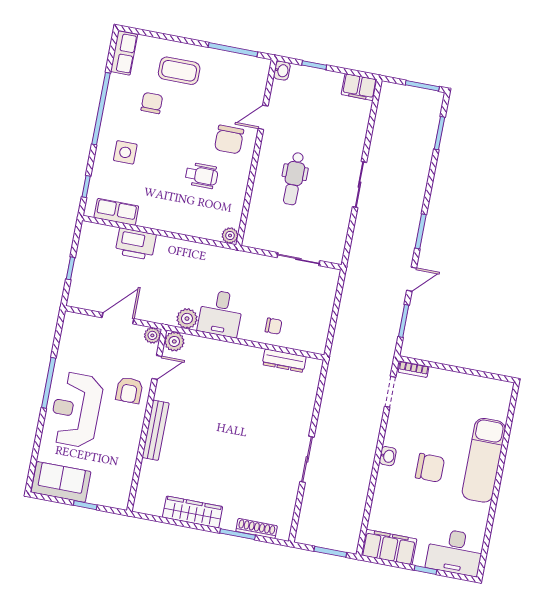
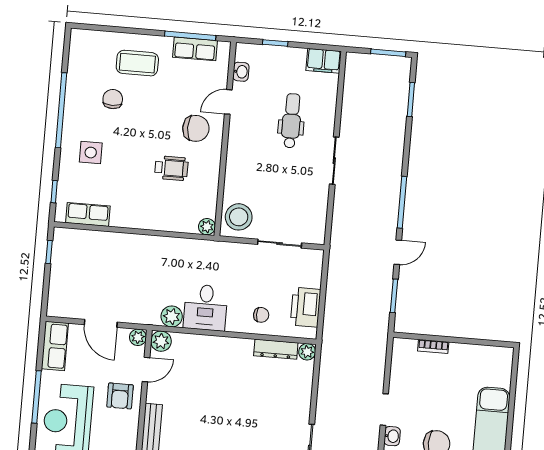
row of seats: (124, 53) -> (195, 49), moved, turned 90
washbasin: (282, 71) -> (241, 72), moved
chair: (229, 140) -> (196, 128), turned -90
dental chair: (294, 179) -> (291, 121), moved, turned 180
stool: (262, 229) -> (239, 217), added
window: (421, 231) -> (402, 202), width x1.44
printer: (136, 244) -> (306, 307), moved, turned 90
window: (70, 268) -> (49, 252), moved
door: (118, 318) -> (101, 323), swing flipped
row of seats: (71, 335) -> (55, 346), added
plant: (314, 366) -> (307, 352), added
bookcase: (414, 369) -> (433, 346), moved
doorway: (390, 392) -> (384, 410), moved

